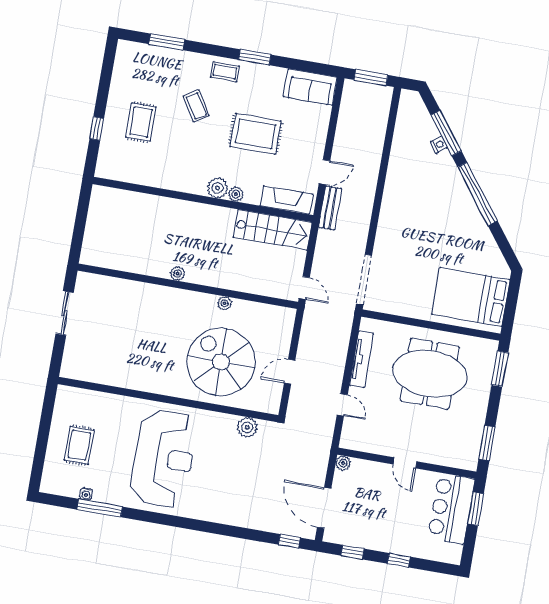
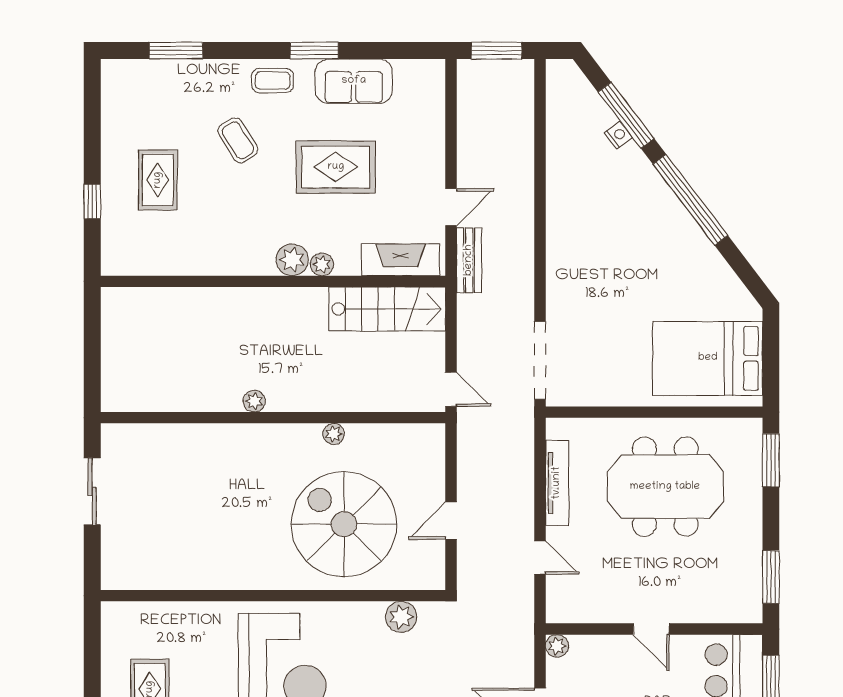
sofa: (310, 87) -> (354, 81), moved

